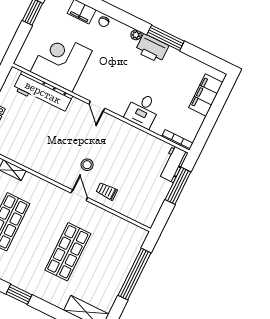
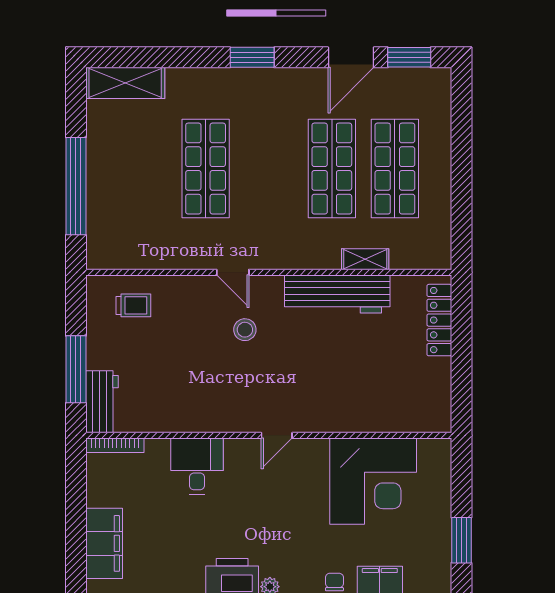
workbench: (43, 93) -> (337, 294), moved, turned 180
door: (97, 106) -> (277, 435), swing flipped
trolley: (107, 191) -> (133, 305), moved

